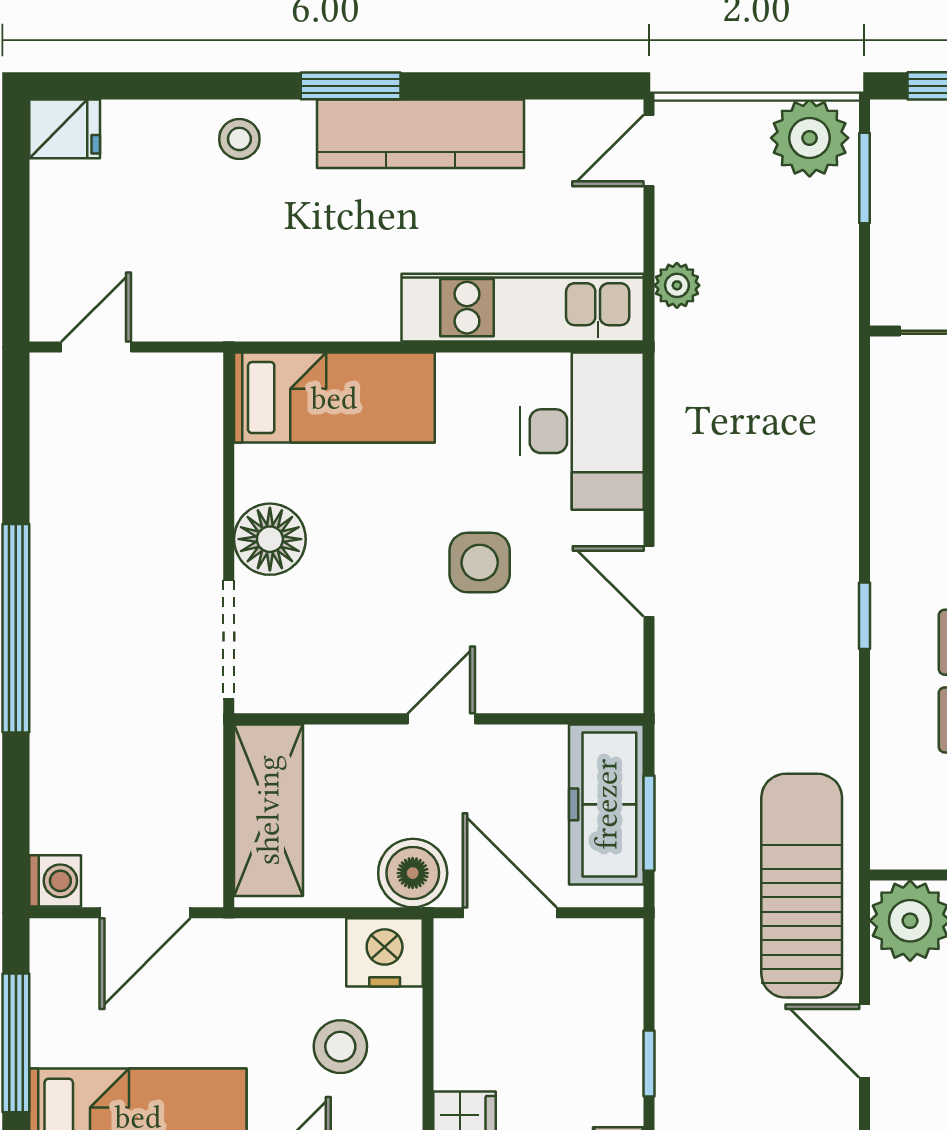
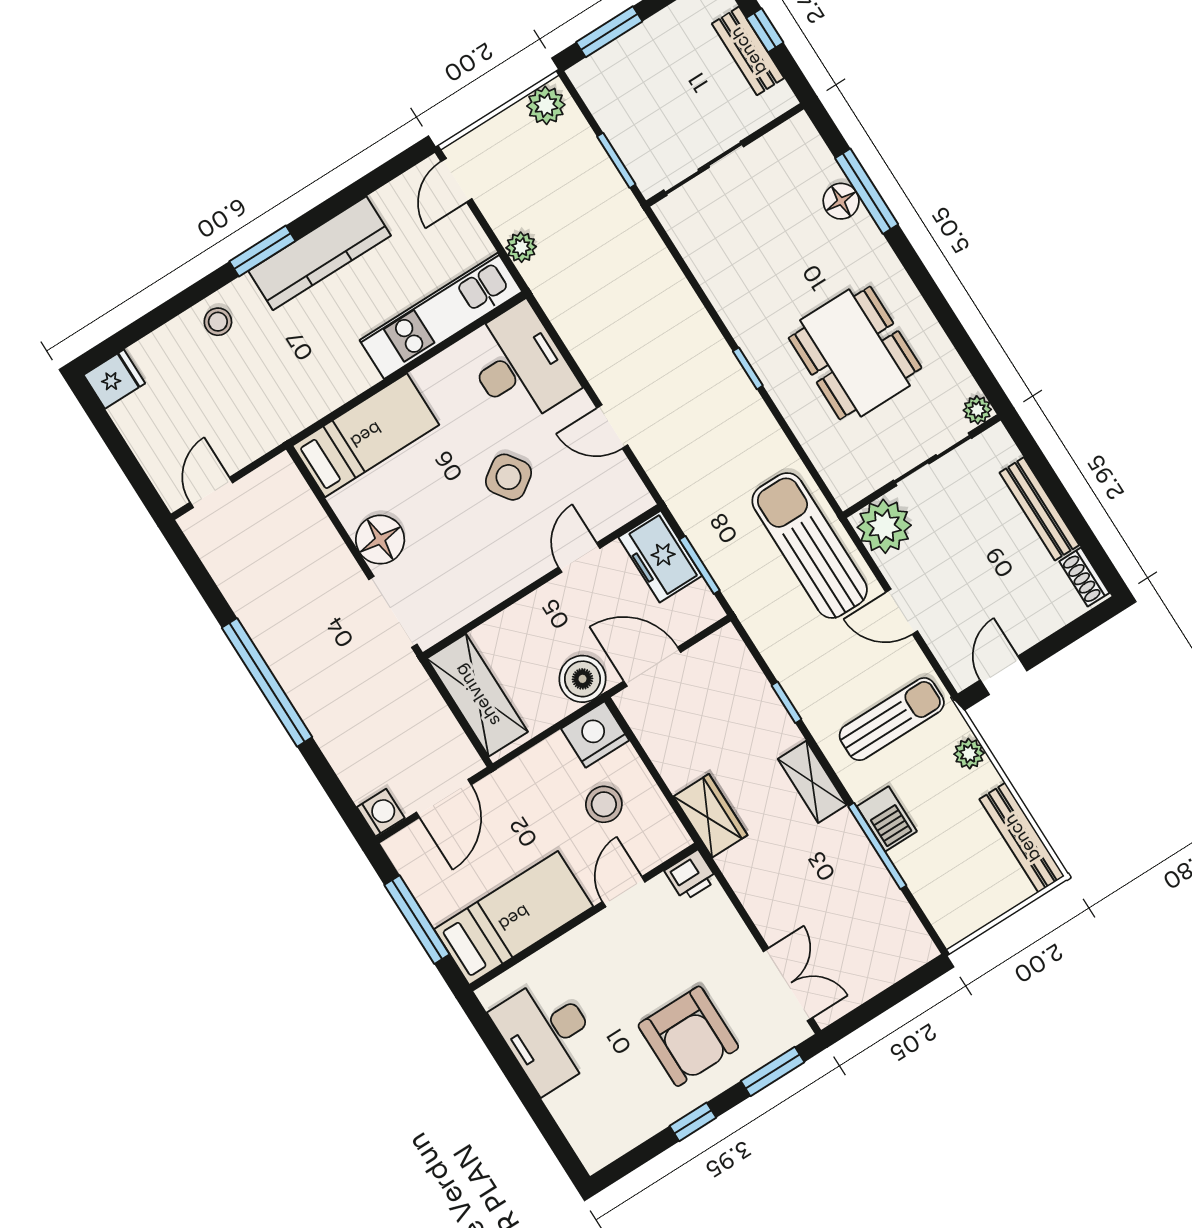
plant: (810, 138) -> (546, 105), width x0.73, depth x0.73
window: (864, 178) -> (616, 160), moved
side table: (480, 562) -> (508, 477), turned -35
door: (441, 719) -> (579, 558), moved
freezer: (606, 804) -> (660, 557), width x0.71

